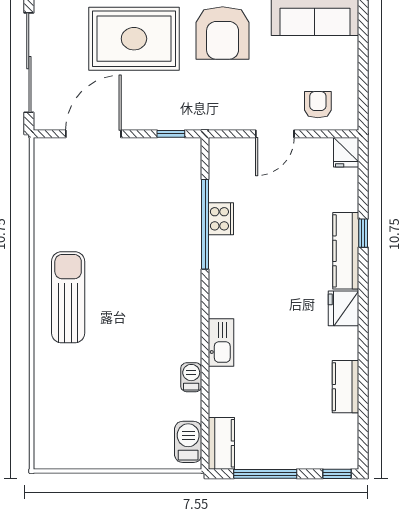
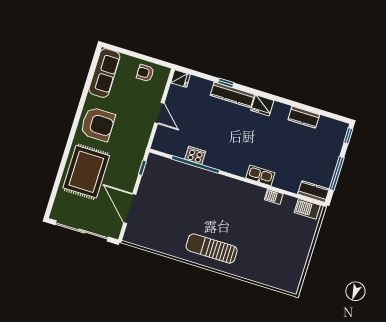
armchair: (318, 105) -> (145, 73), moved

